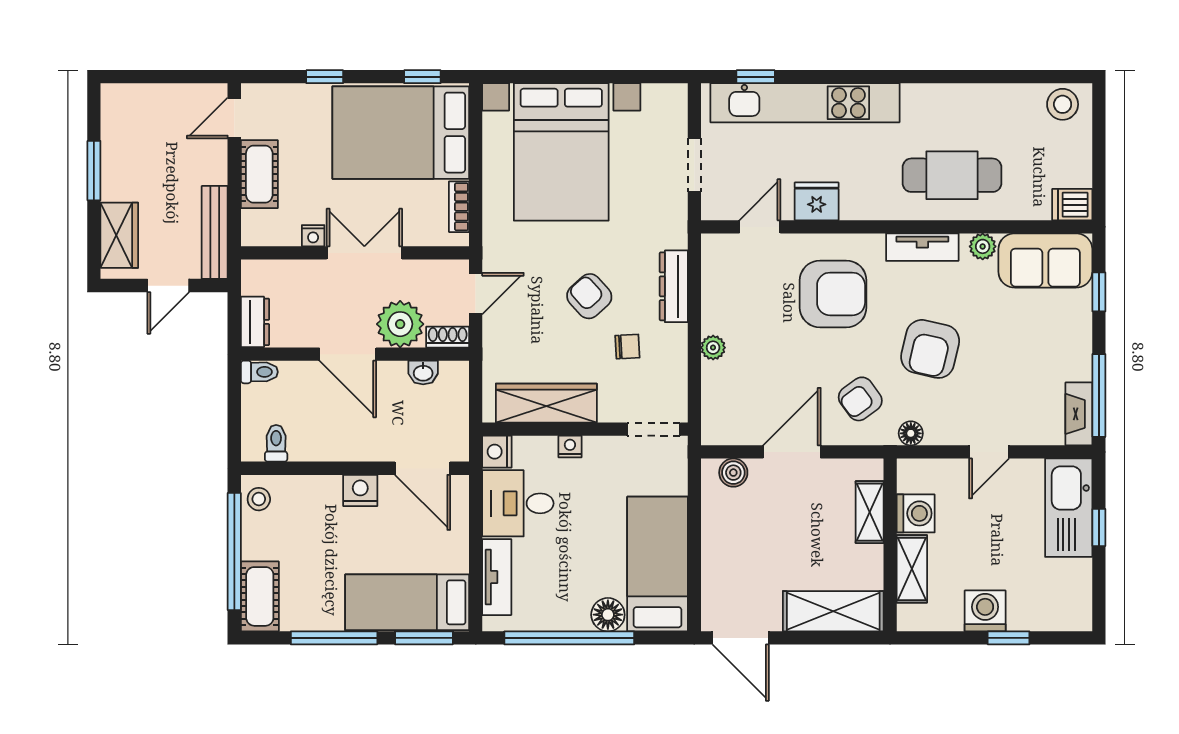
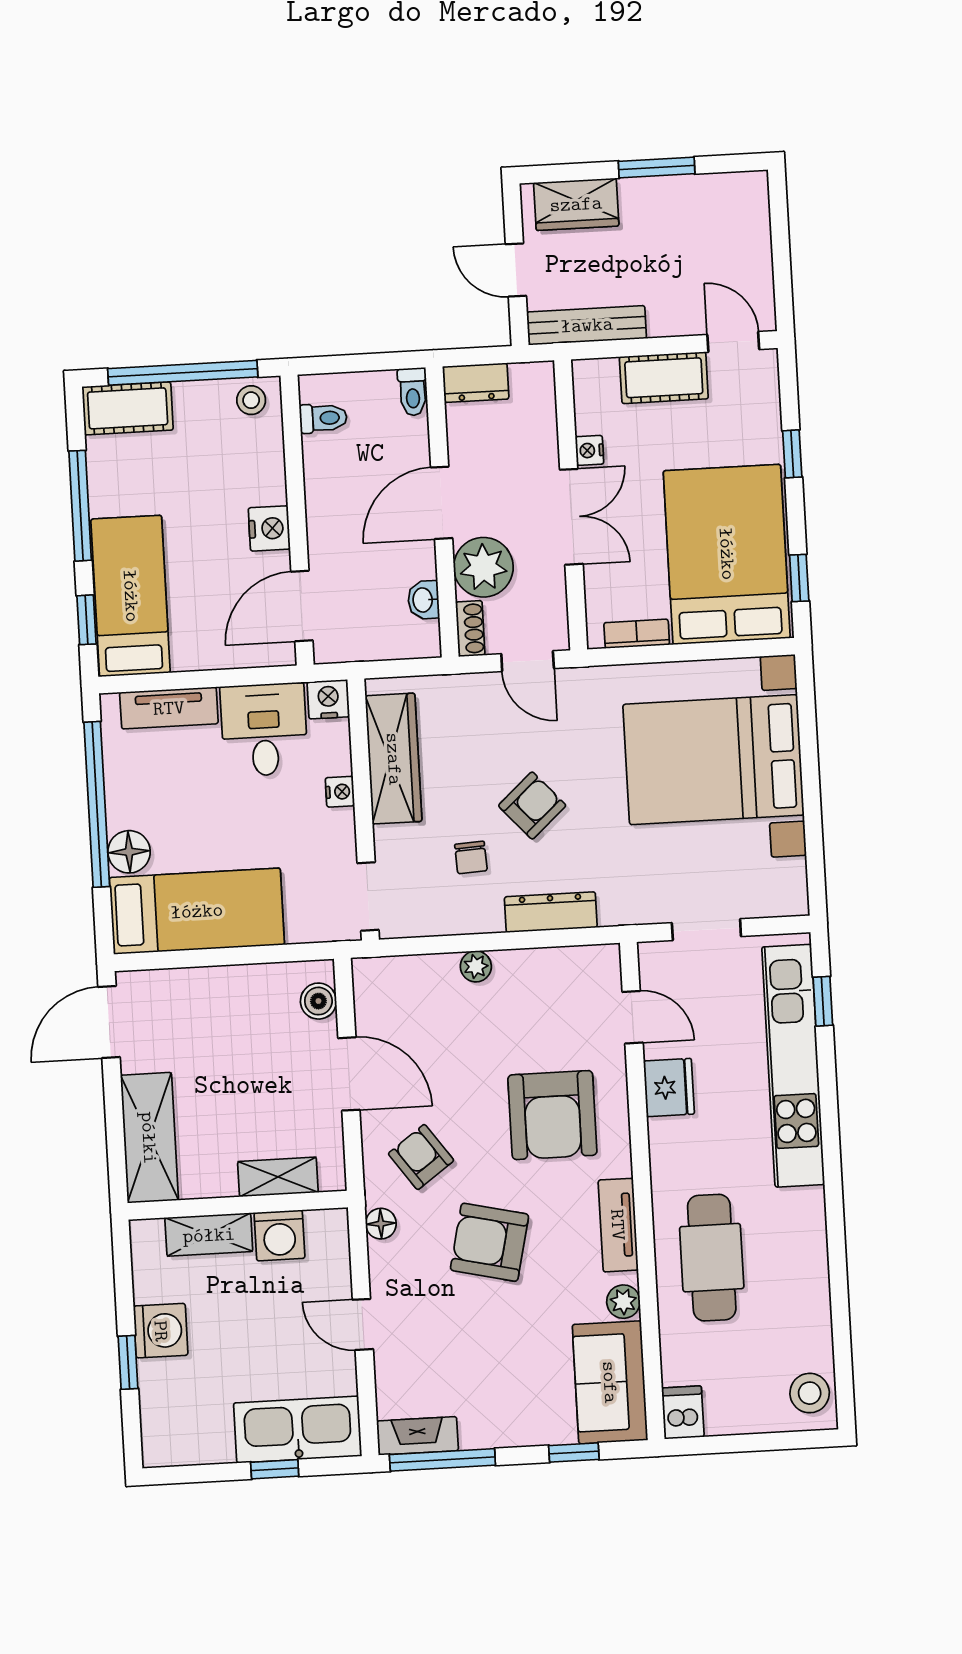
window: (424, 638) -> (87, 620), width x0.67

